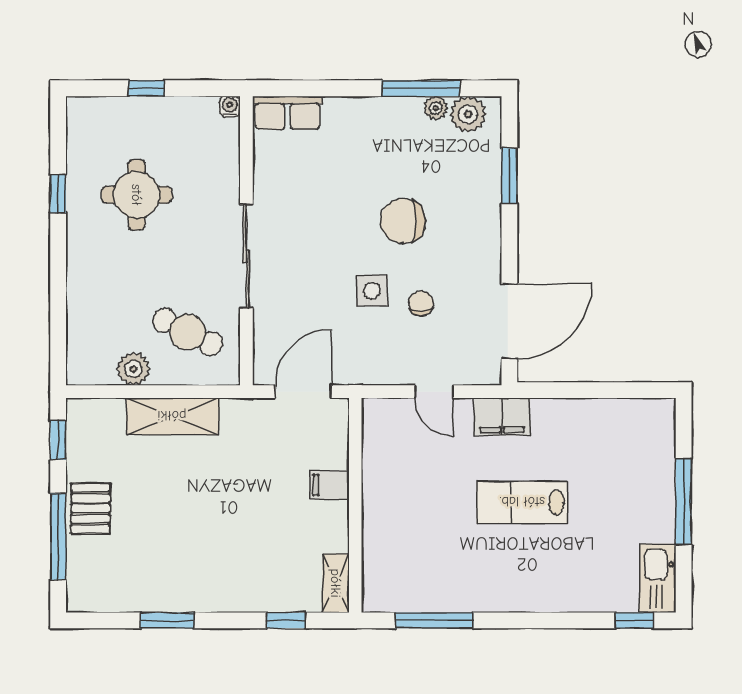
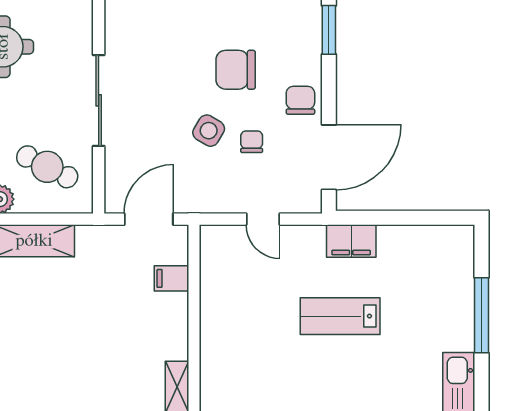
chair: (477, 256) -> (300, 100), added
side table: (372, 291) -> (209, 131), turned 31
filing cabinet: (502, 417) -> (351, 241), moved
filing cabinet: (330, 485) -> (172, 278), moved

